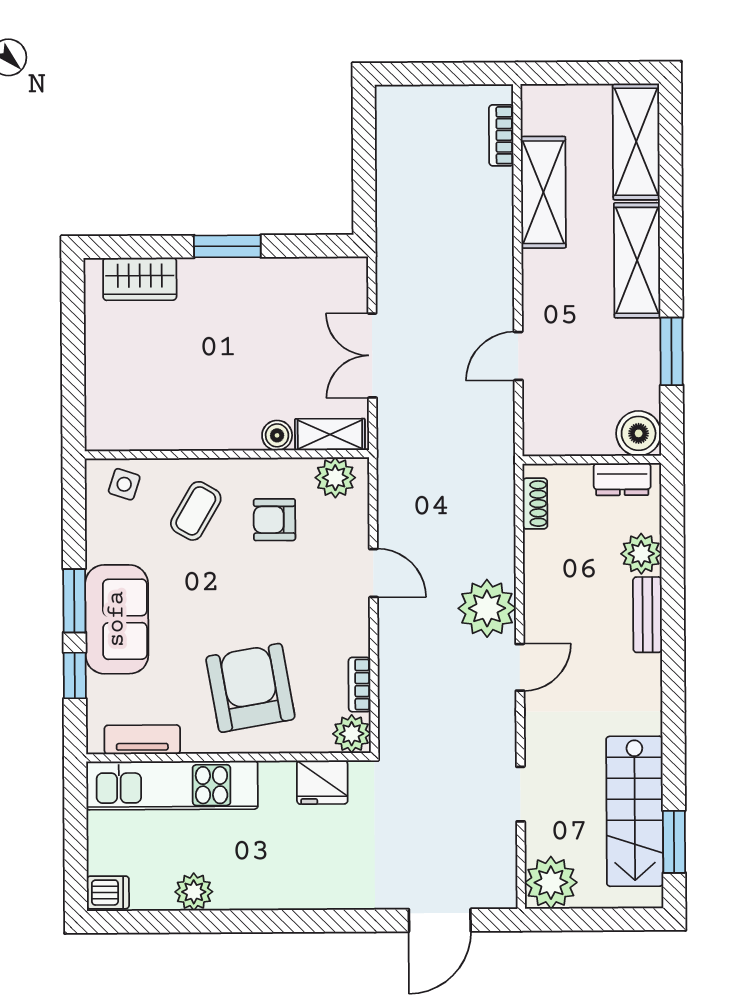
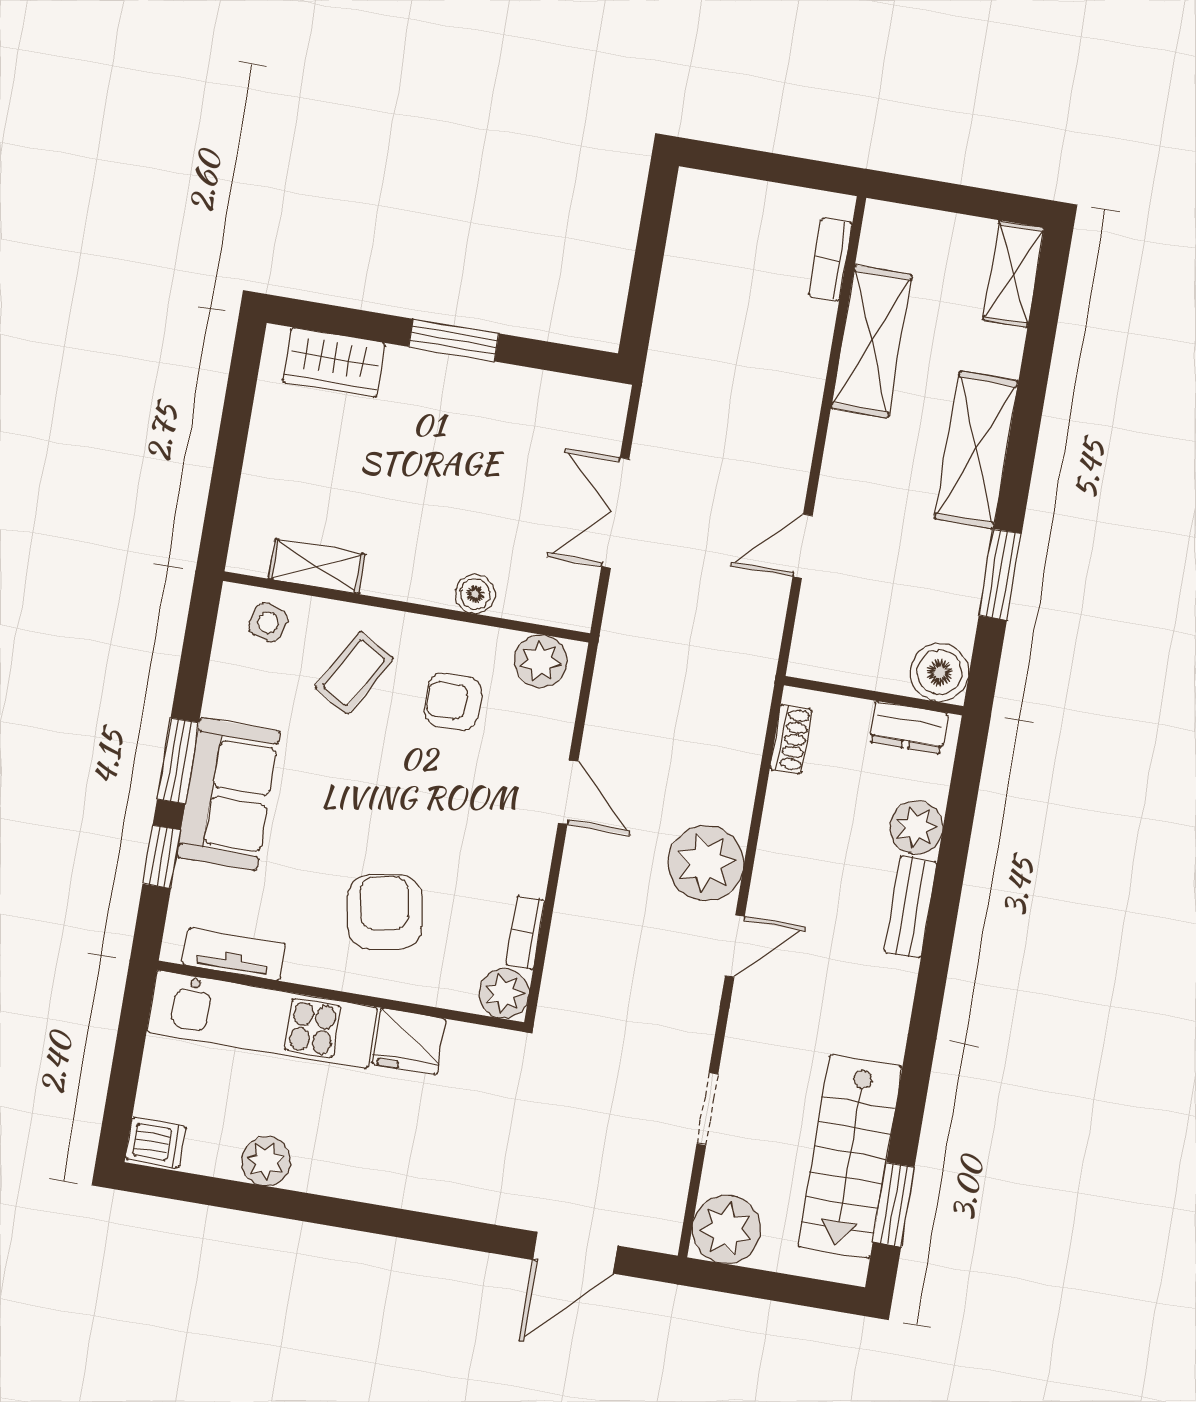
shelving: (636, 142) -> (1014, 274), width x0.67, depth x0.75
shelving: (330, 434) -> (317, 566), moved
armchair: (250, 688) -> (384, 912), width x0.73, depth x0.73
fridge: (322, 782) -> (409, 1041), moved

